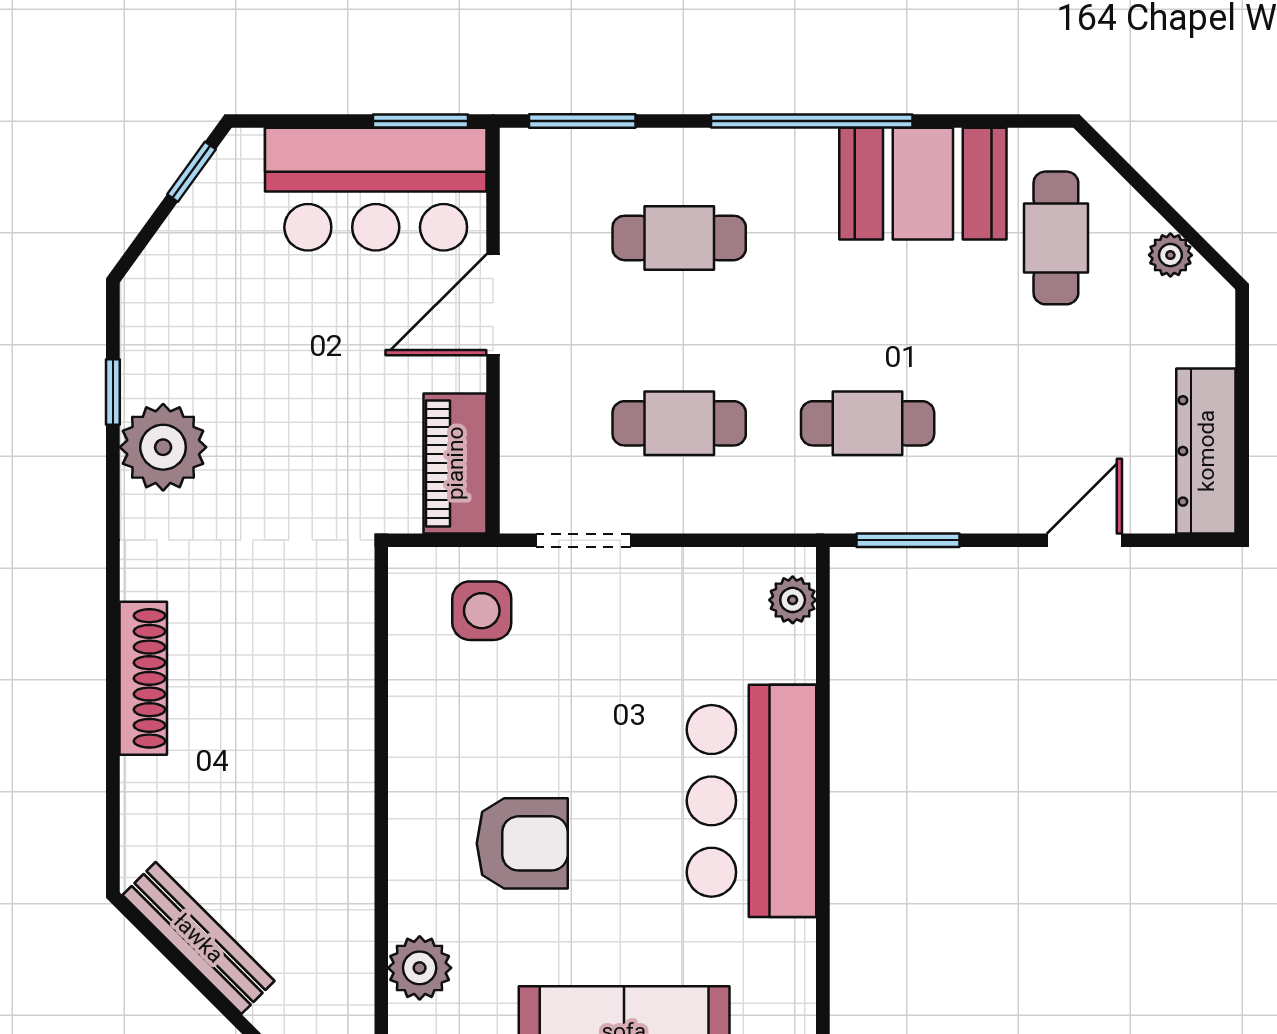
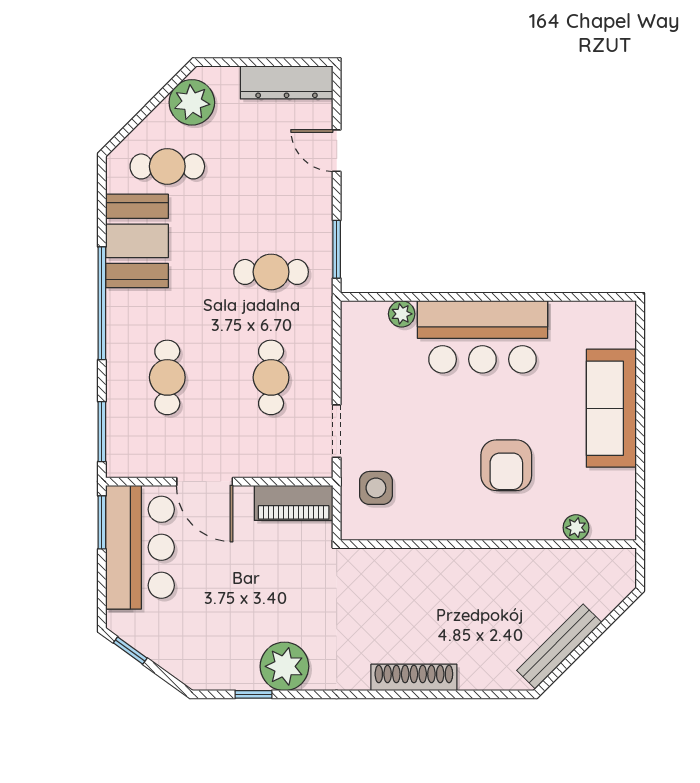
plant: (1170, 255) -> (192, 102), width x1.88, depth x1.88
cafe table: (868, 423) -> (271, 272), turned 90
plant: (793, 600) -> (402, 314), moved
armchair: (522, 843) -> (506, 465), turned 180
plant: (420, 968) -> (576, 528), width x0.73, depth x0.73

